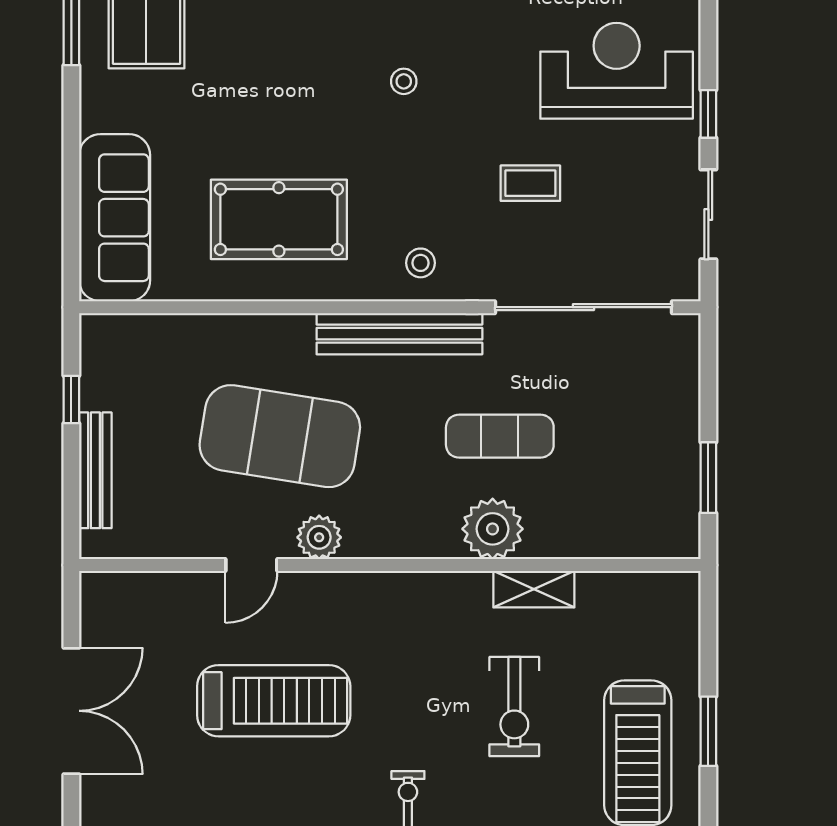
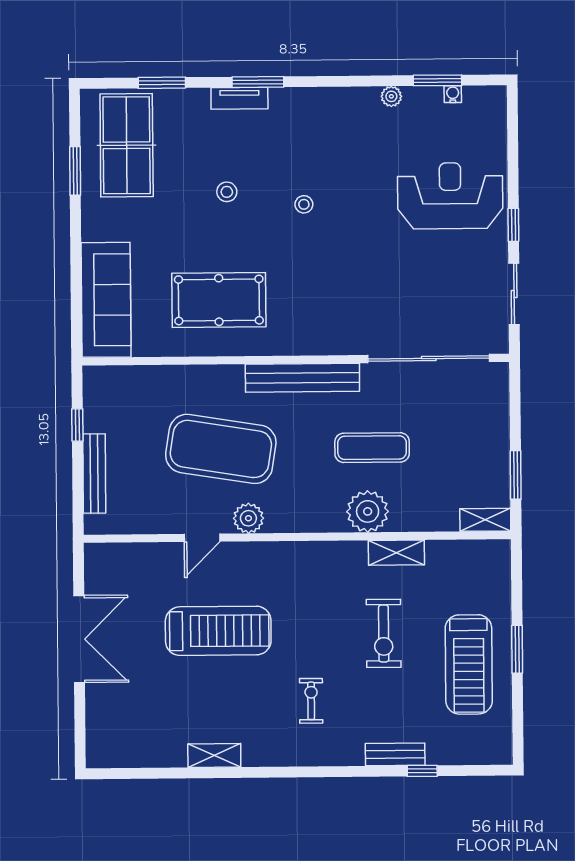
coffee table: (530, 183) -> (392, 274), removed
stool: (421, 263) -> (227, 192), moved
shelving: (664, 543) -> (485, 520), added

